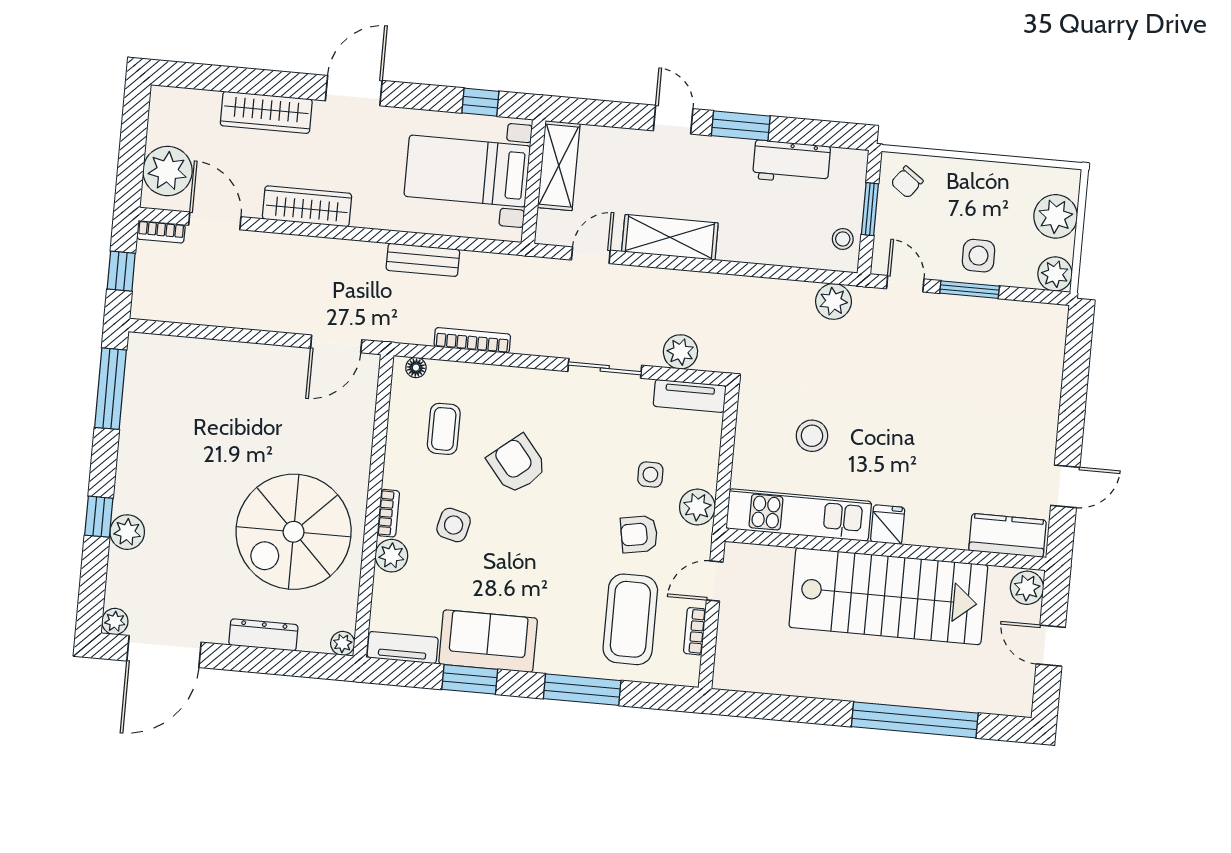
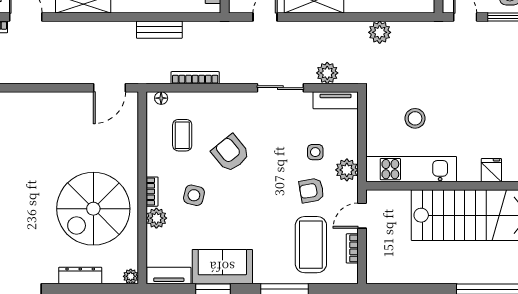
plant: (833, 301) -> (380, 32), moved
fridge: (888, 525) -> (491, 170), moved

